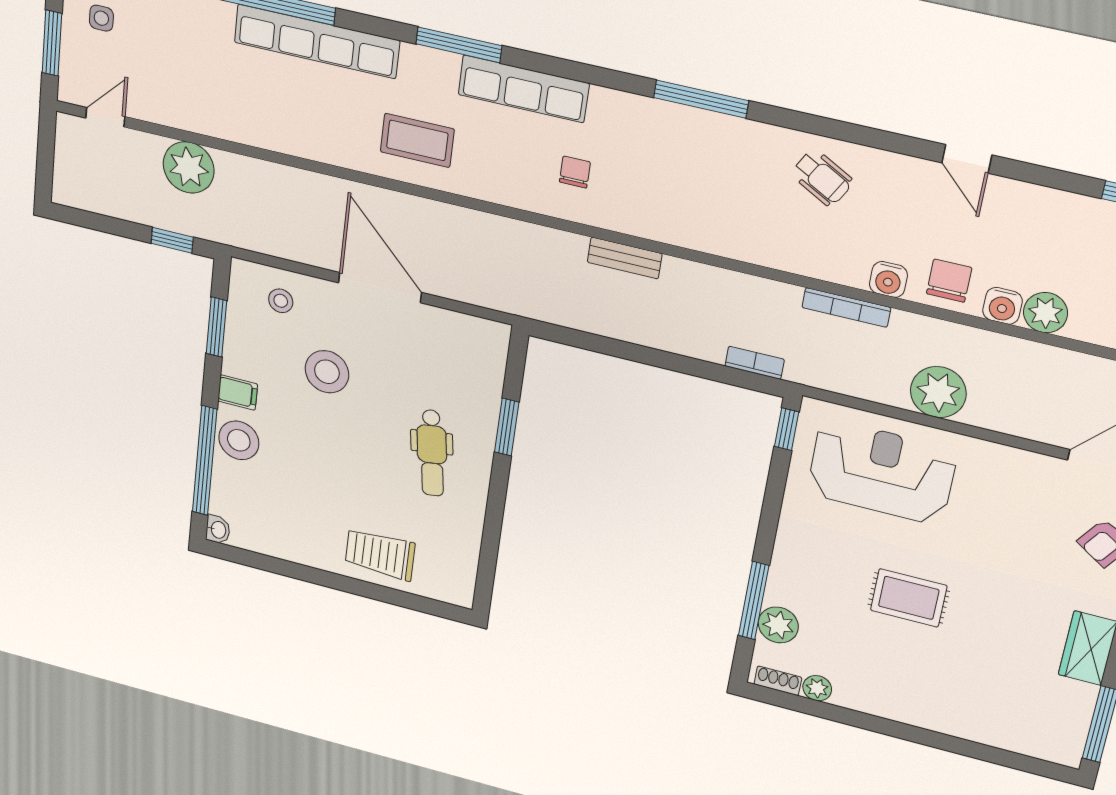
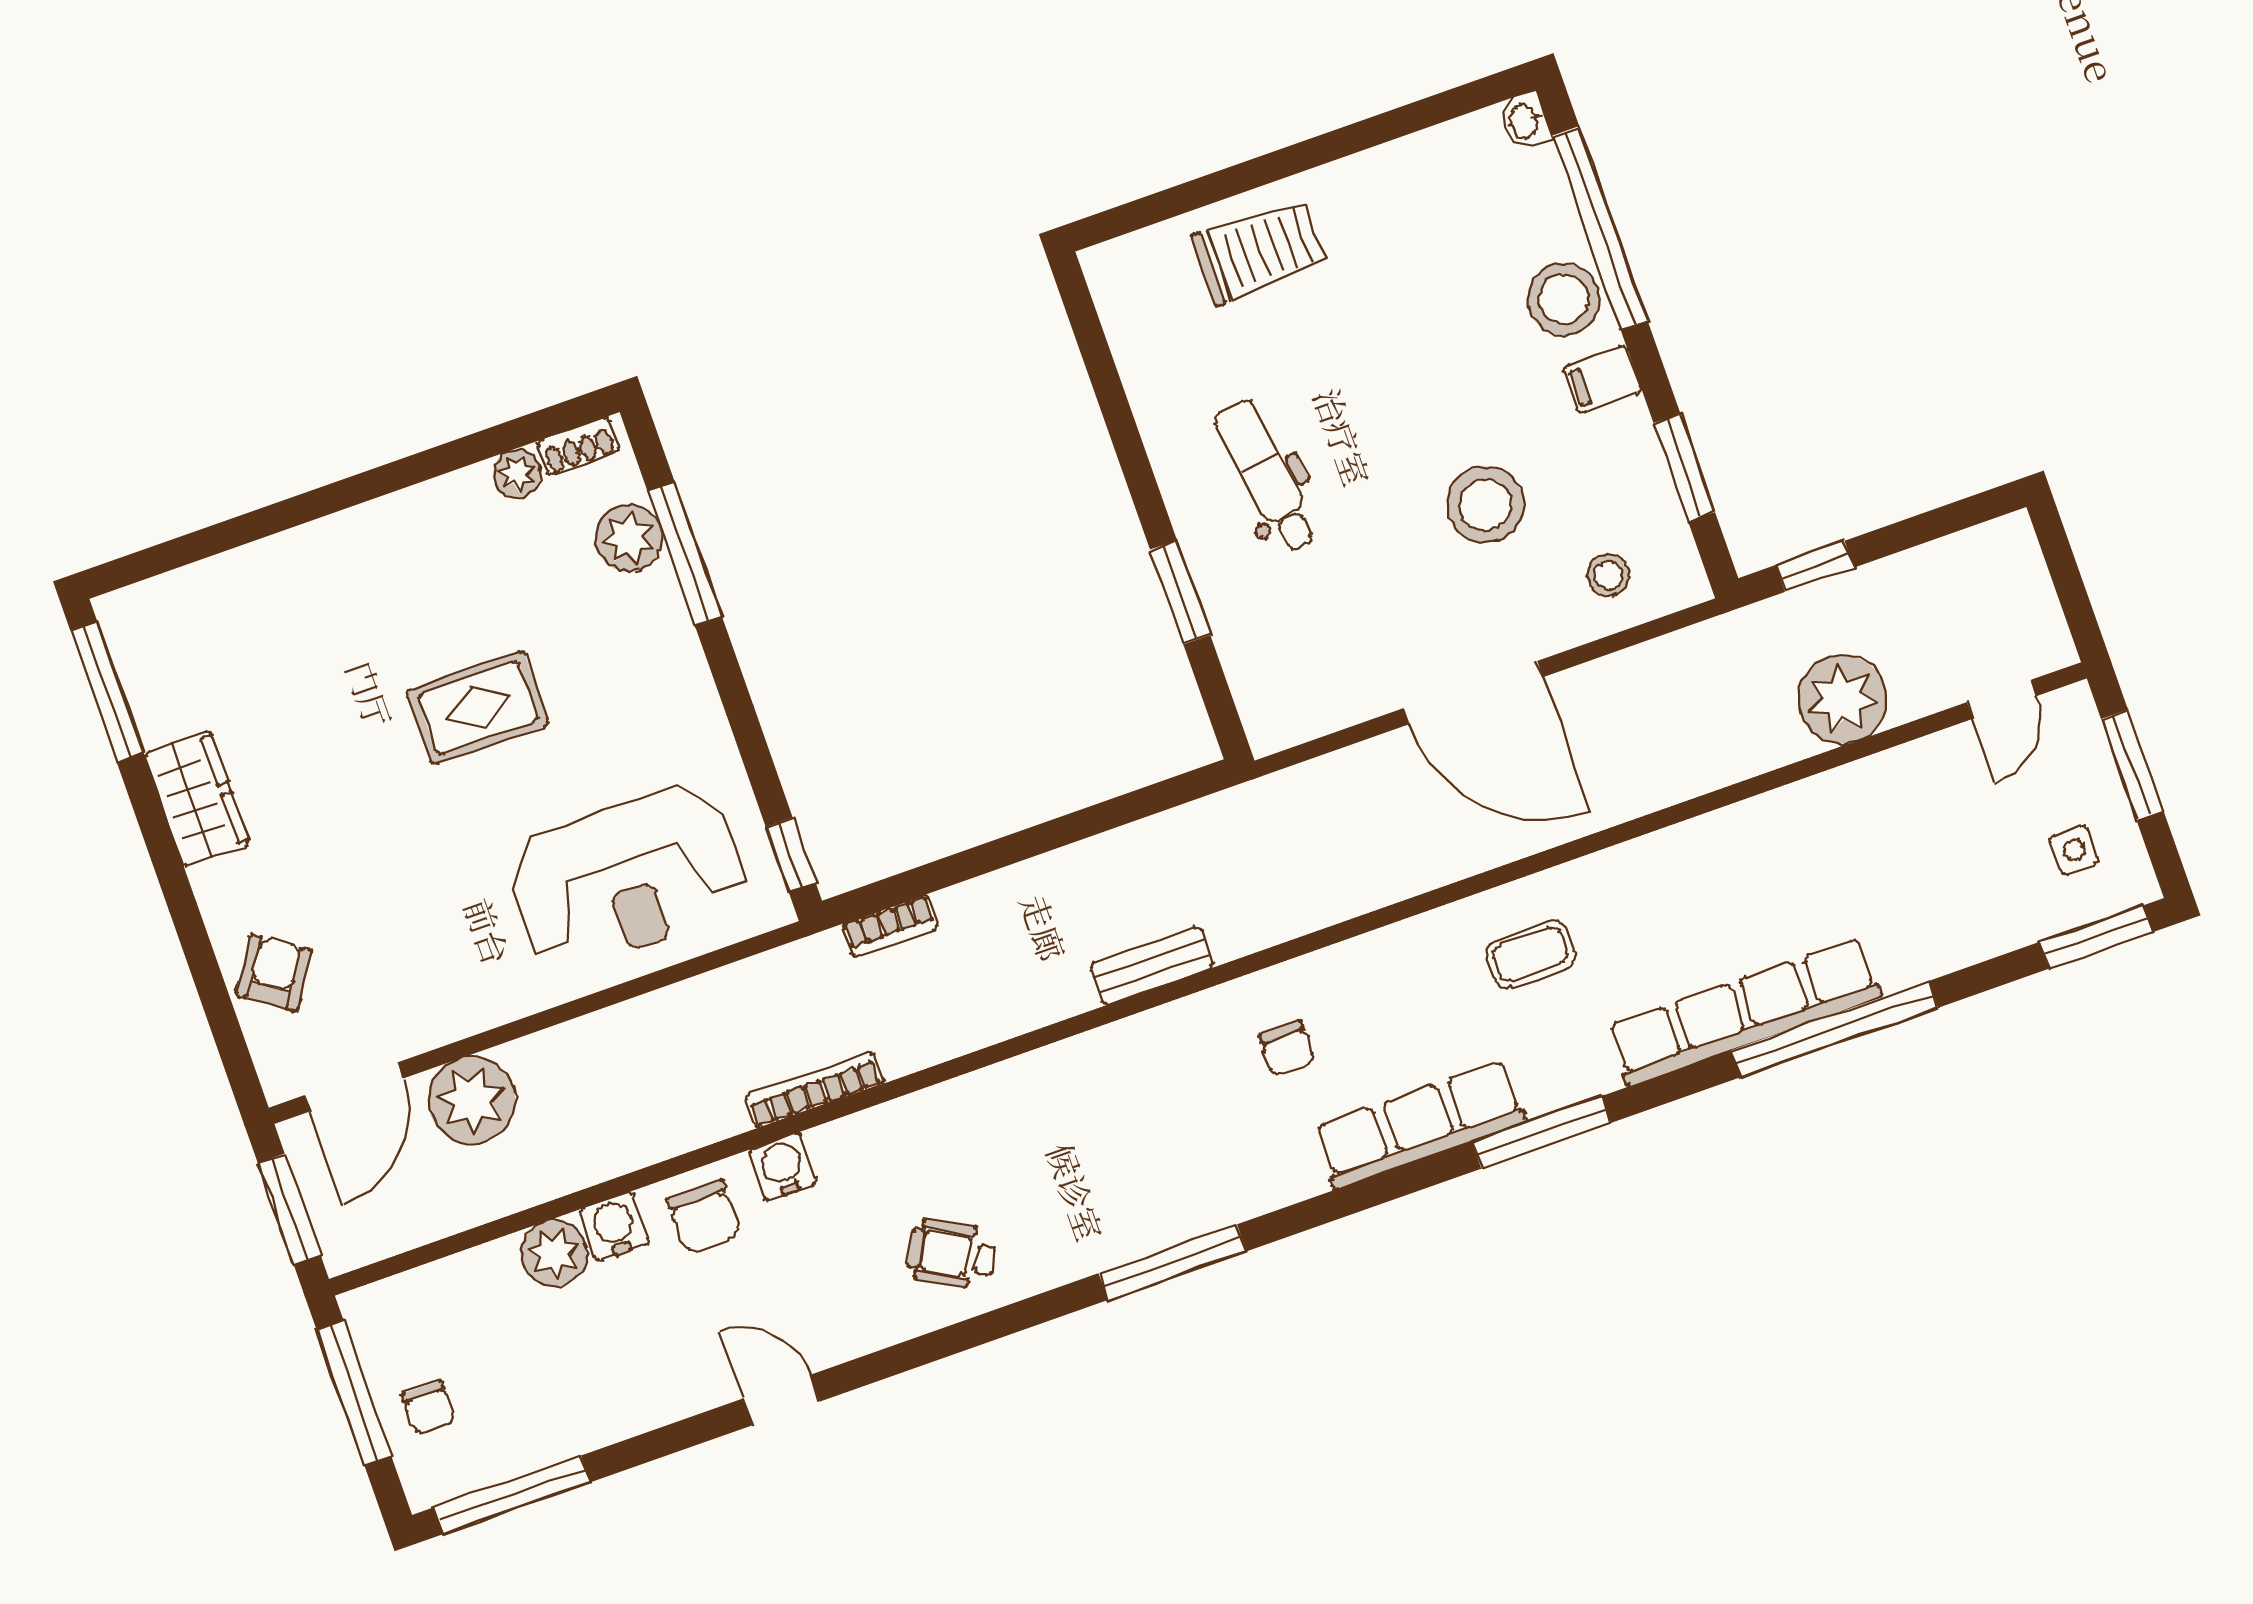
coffee table: (417, 140) -> (1530, 954), width x0.73, depth x0.77
plant: (938, 392) -> (472, 1100), moved

